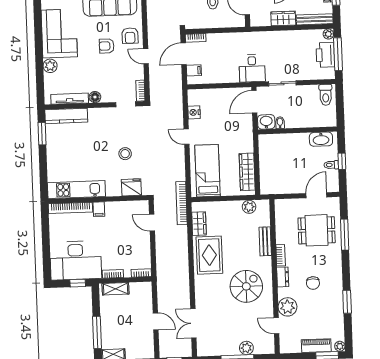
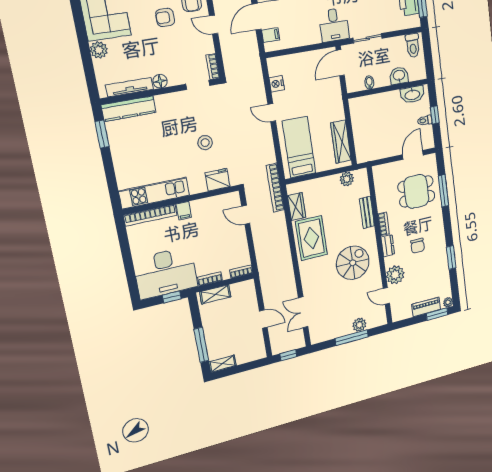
washbasin: (266, 122) -> (399, 76), moved

